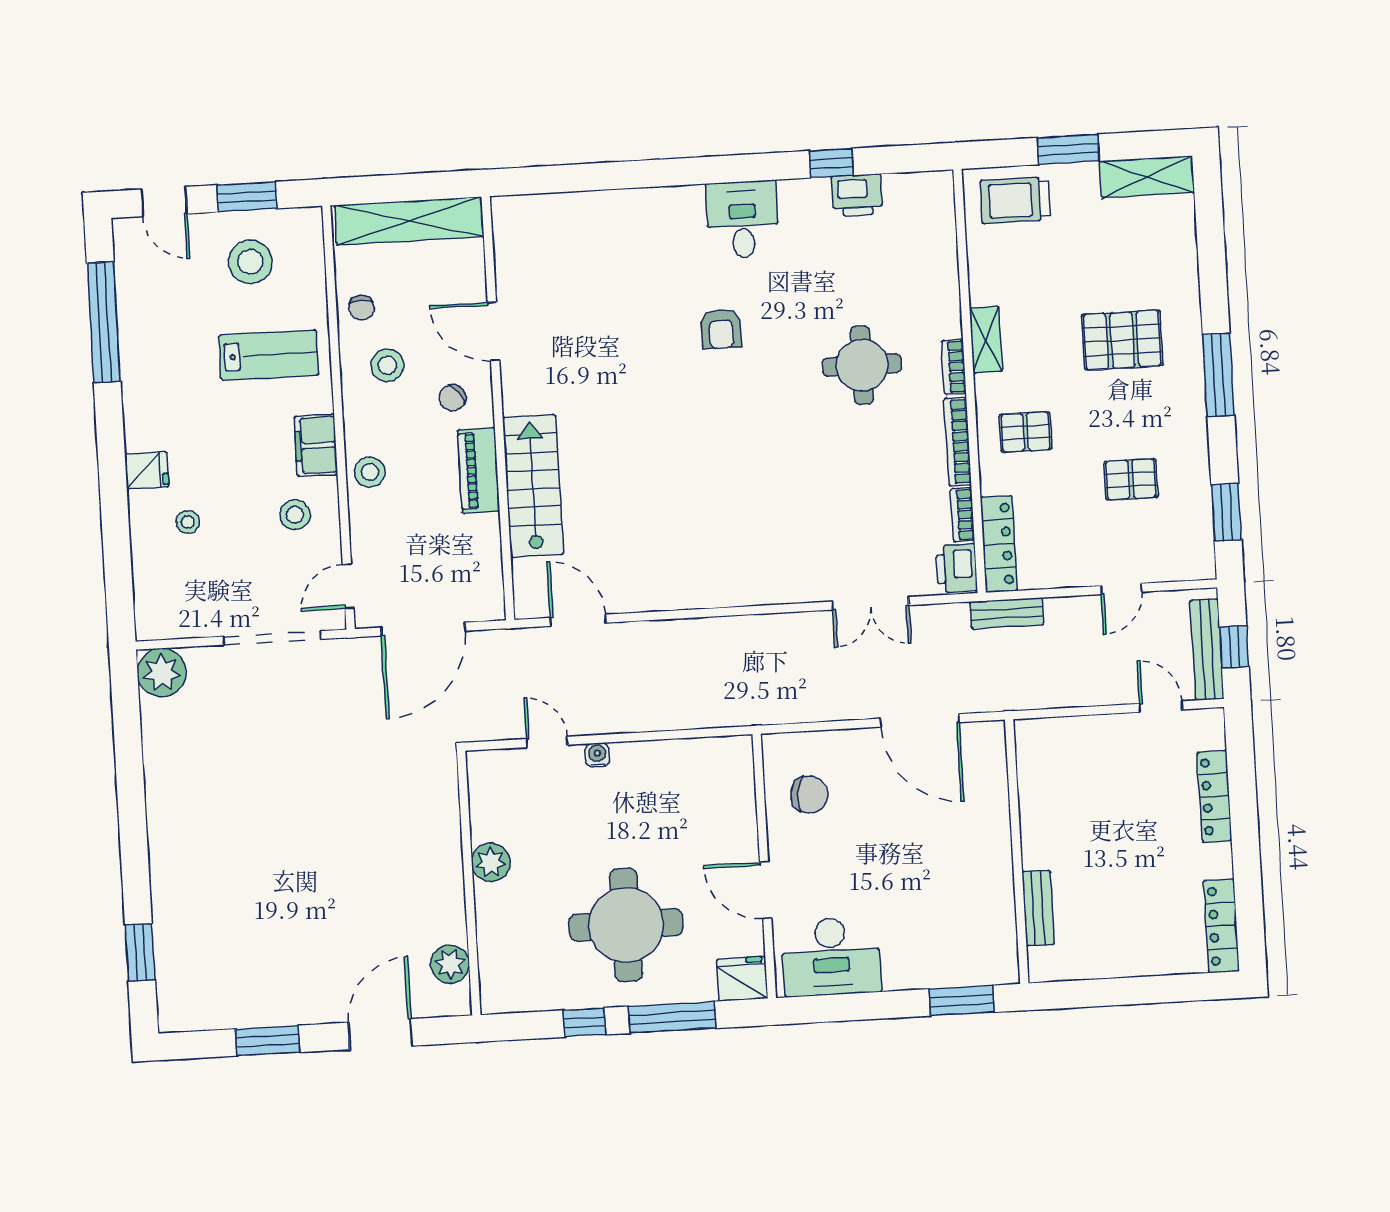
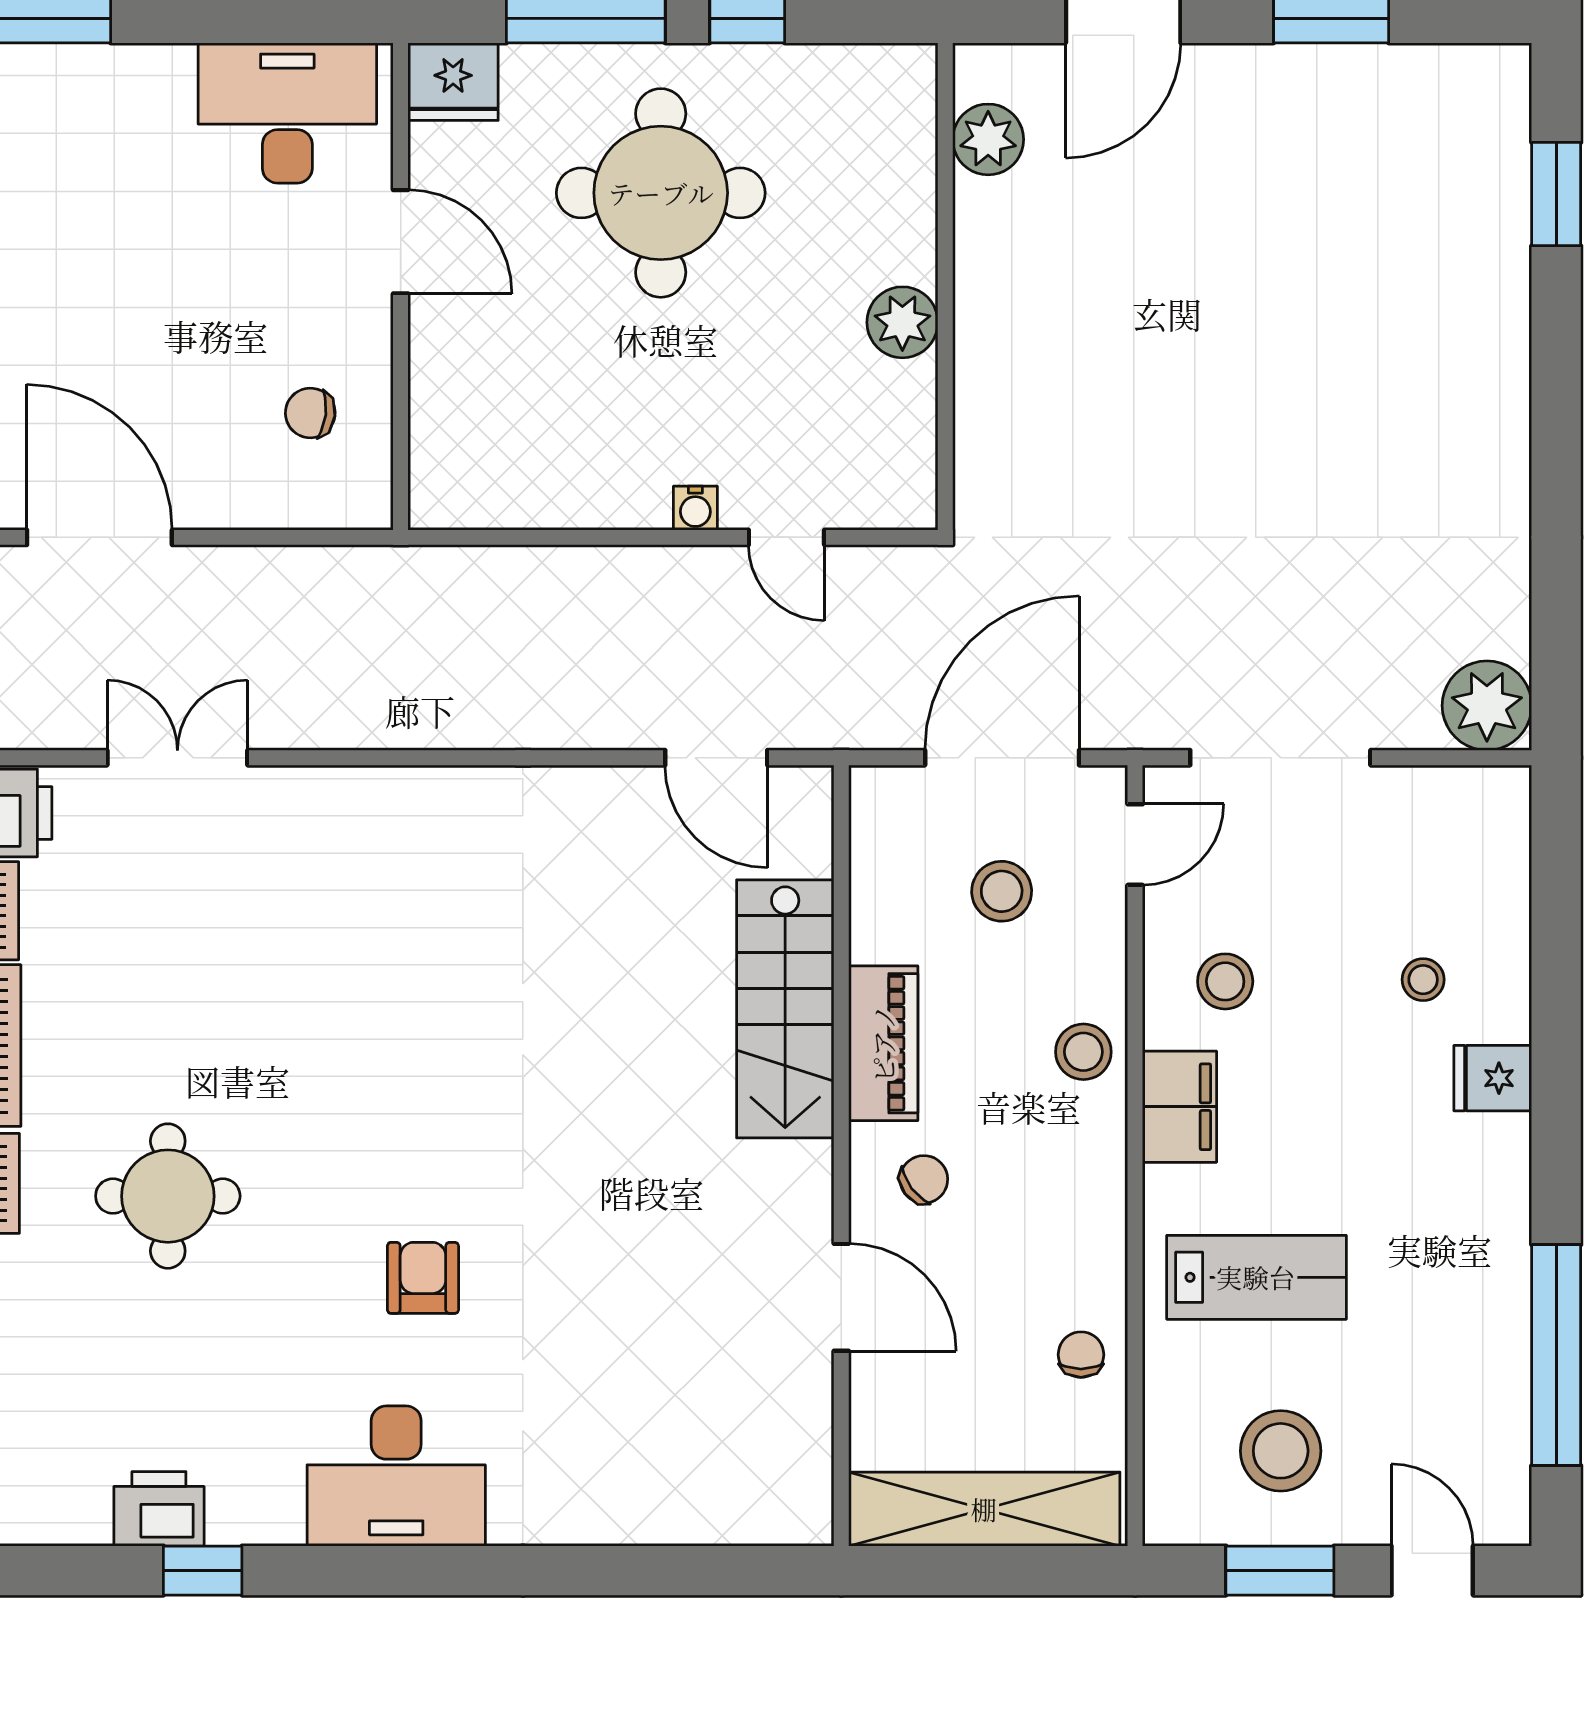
desk: (743, 220) -> (396, 1476), width x1.37
lab bench: (269, 355) -> (1256, 1277), turned 180
stool: (387, 365) -> (1002, 891), moved
chair: (809, 795) -> (310, 413), width x0.73, depth x0.73

